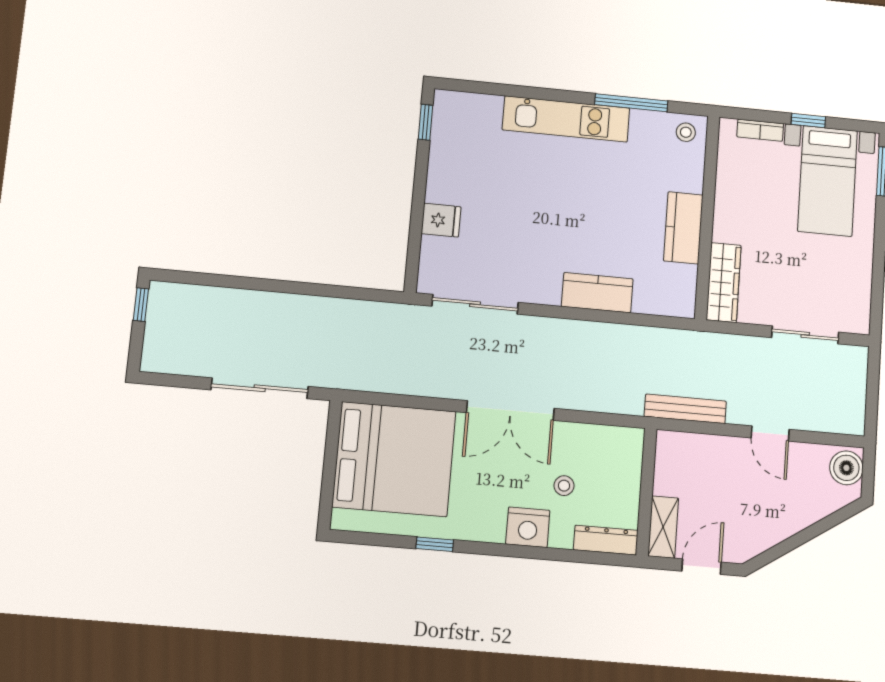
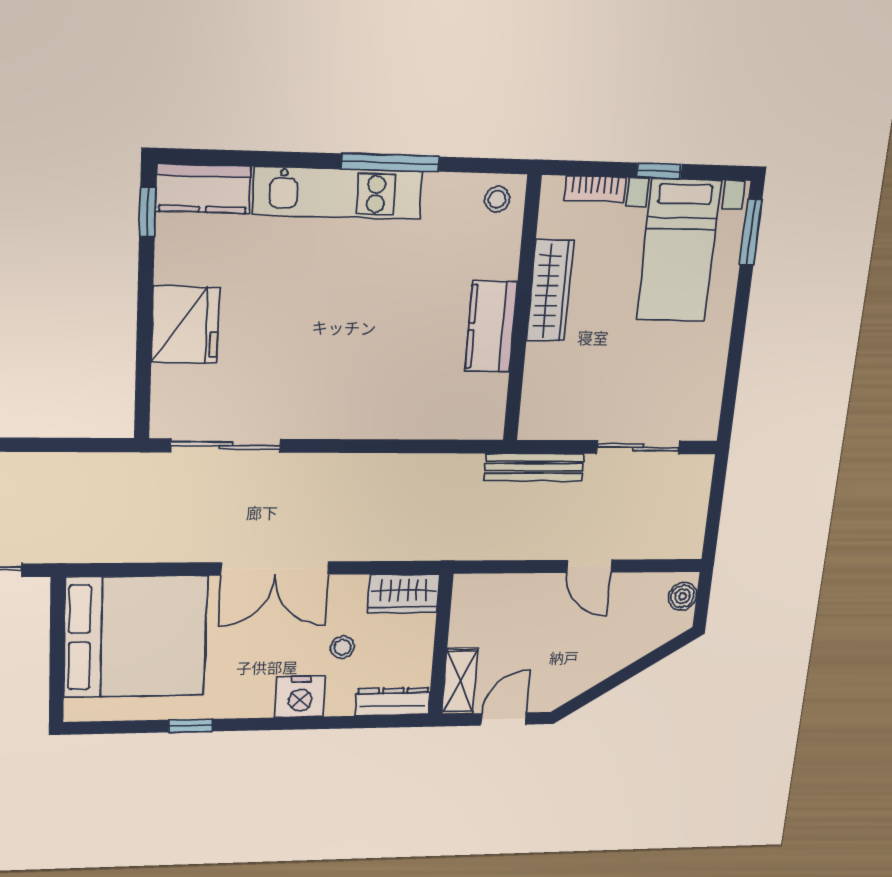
window: (631, 103) -> (390, 163), moved
fridge: (441, 220) -> (185, 325), width x1.88, depth x1.34
wardrobe: (724, 283) -> (550, 291), moved
kitchen counter: (597, 293) -> (203, 189), moved, turned 180
bench: (685, 409) -> (534, 467), moved
wardrobe: (615, 443) -> (403, 593), added
boiler: (846, 468) -> (682, 596), width x0.73, depth x0.73

